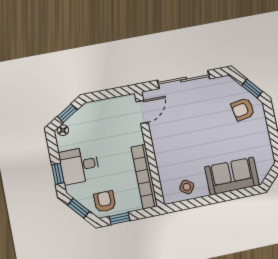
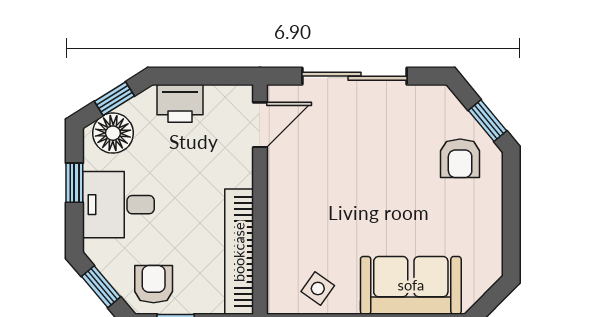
printer: (100, 109) -> (180, 103), added
armchair: (243, 109) -> (460, 158), turned -80
floor lamp: (63, 130) -> (113, 133), width x1.89, depth x1.89
window: (58, 174) -> (74, 183), moved

